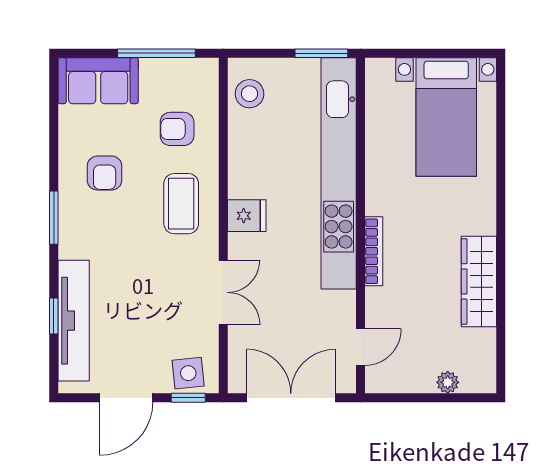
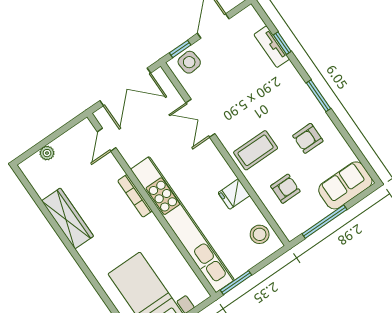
armchair: (105, 173) -> (308, 138), turned -90
coffee table: (181, 204) -> (256, 150), turned 90
fridge: (247, 216) -> (234, 194), moved
tv unit: (74, 321) -> (272, 47), width x0.52, depth x0.78

